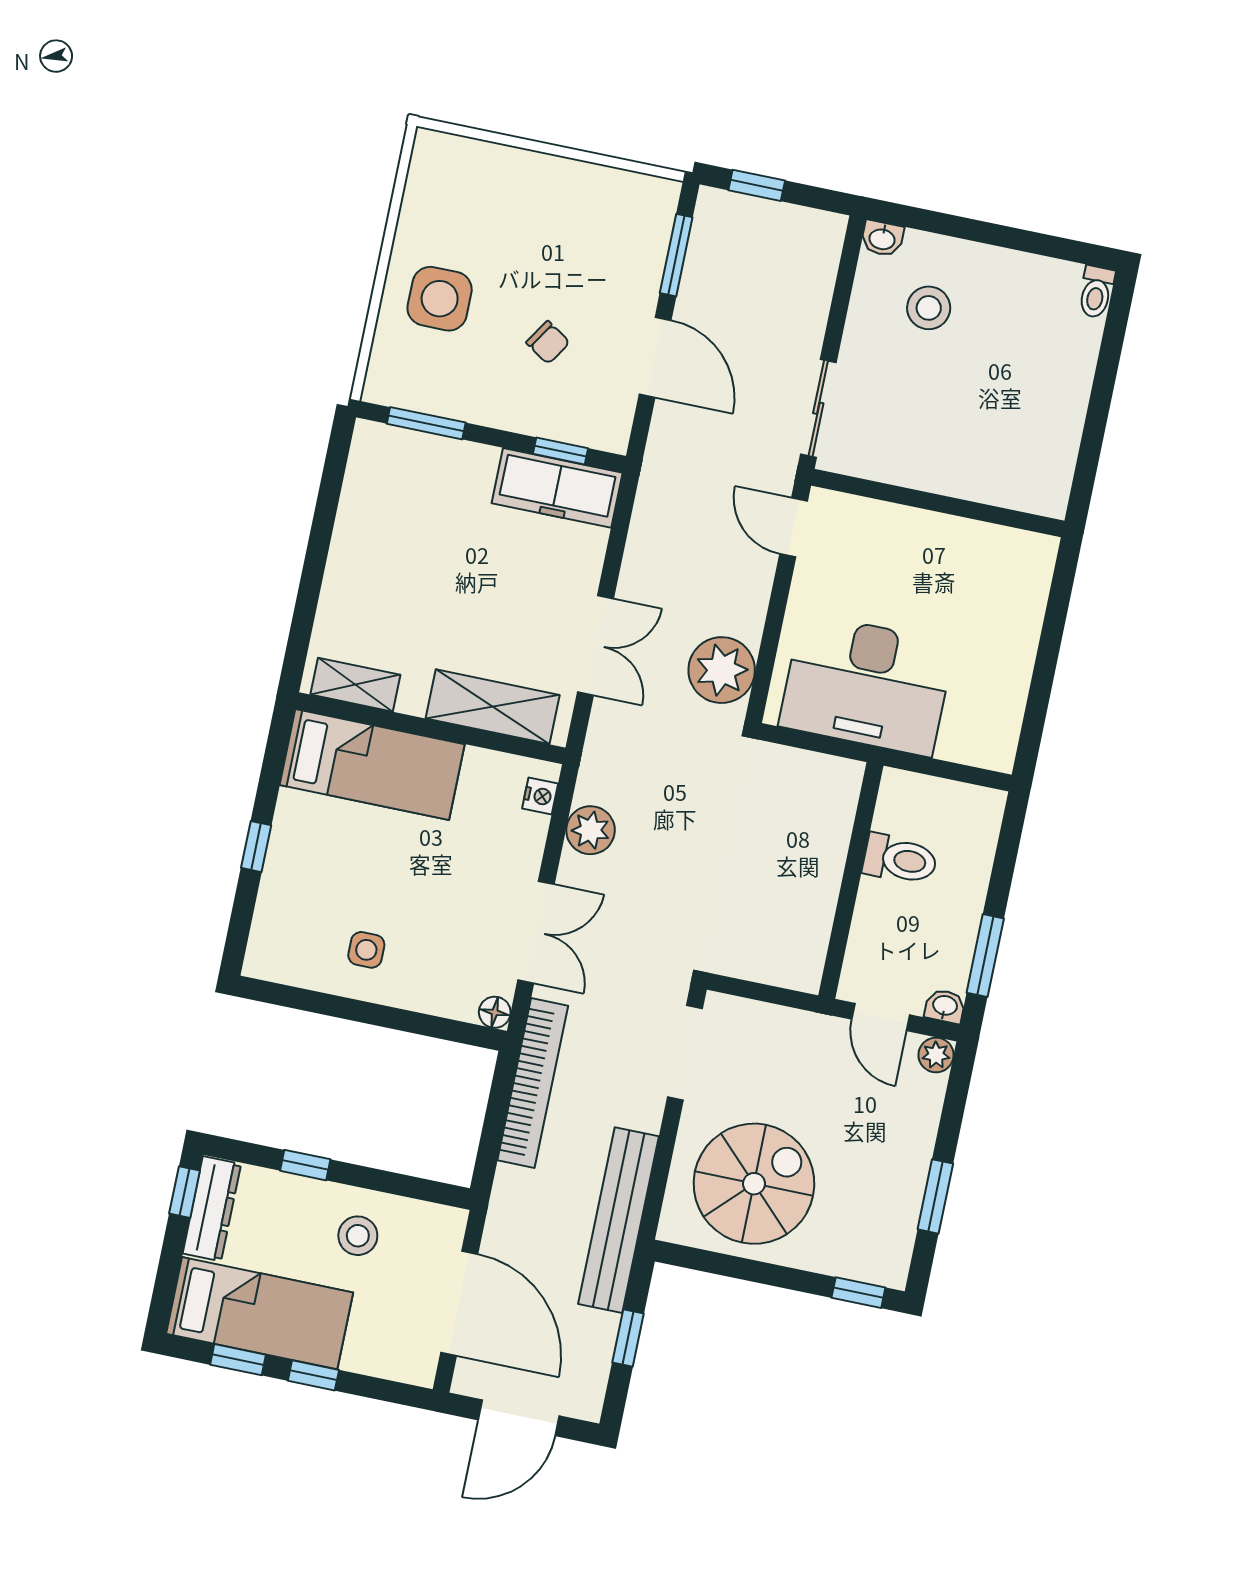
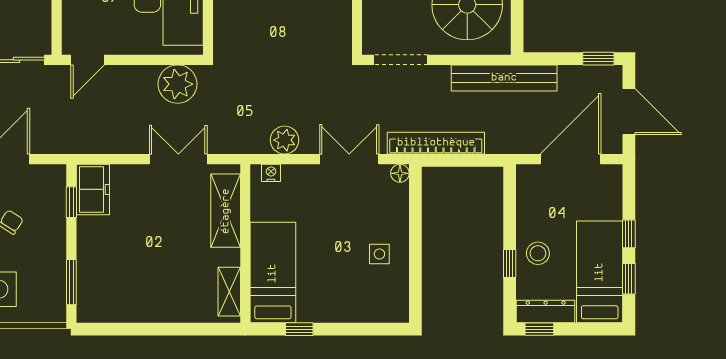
freezer: (557, 488) -> (93, 189), width x0.71
window: (256, 847) -> (299, 329), moved
stool: (358, 1236) -> (538, 253), moved
window: (628, 1338) -> (598, 59), moved

